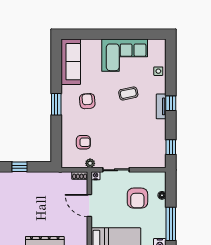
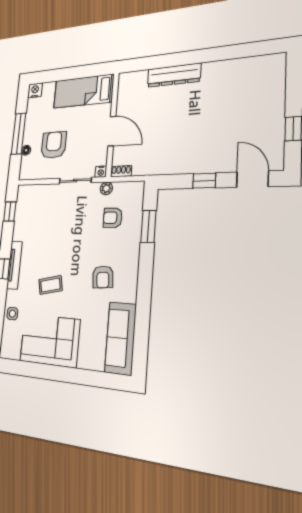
window: (56, 104) -> (148, 226), moved
tv unit: (161, 106) -> (14, 265), width x1.41
window: (171, 224) -> (19, 134), moved

